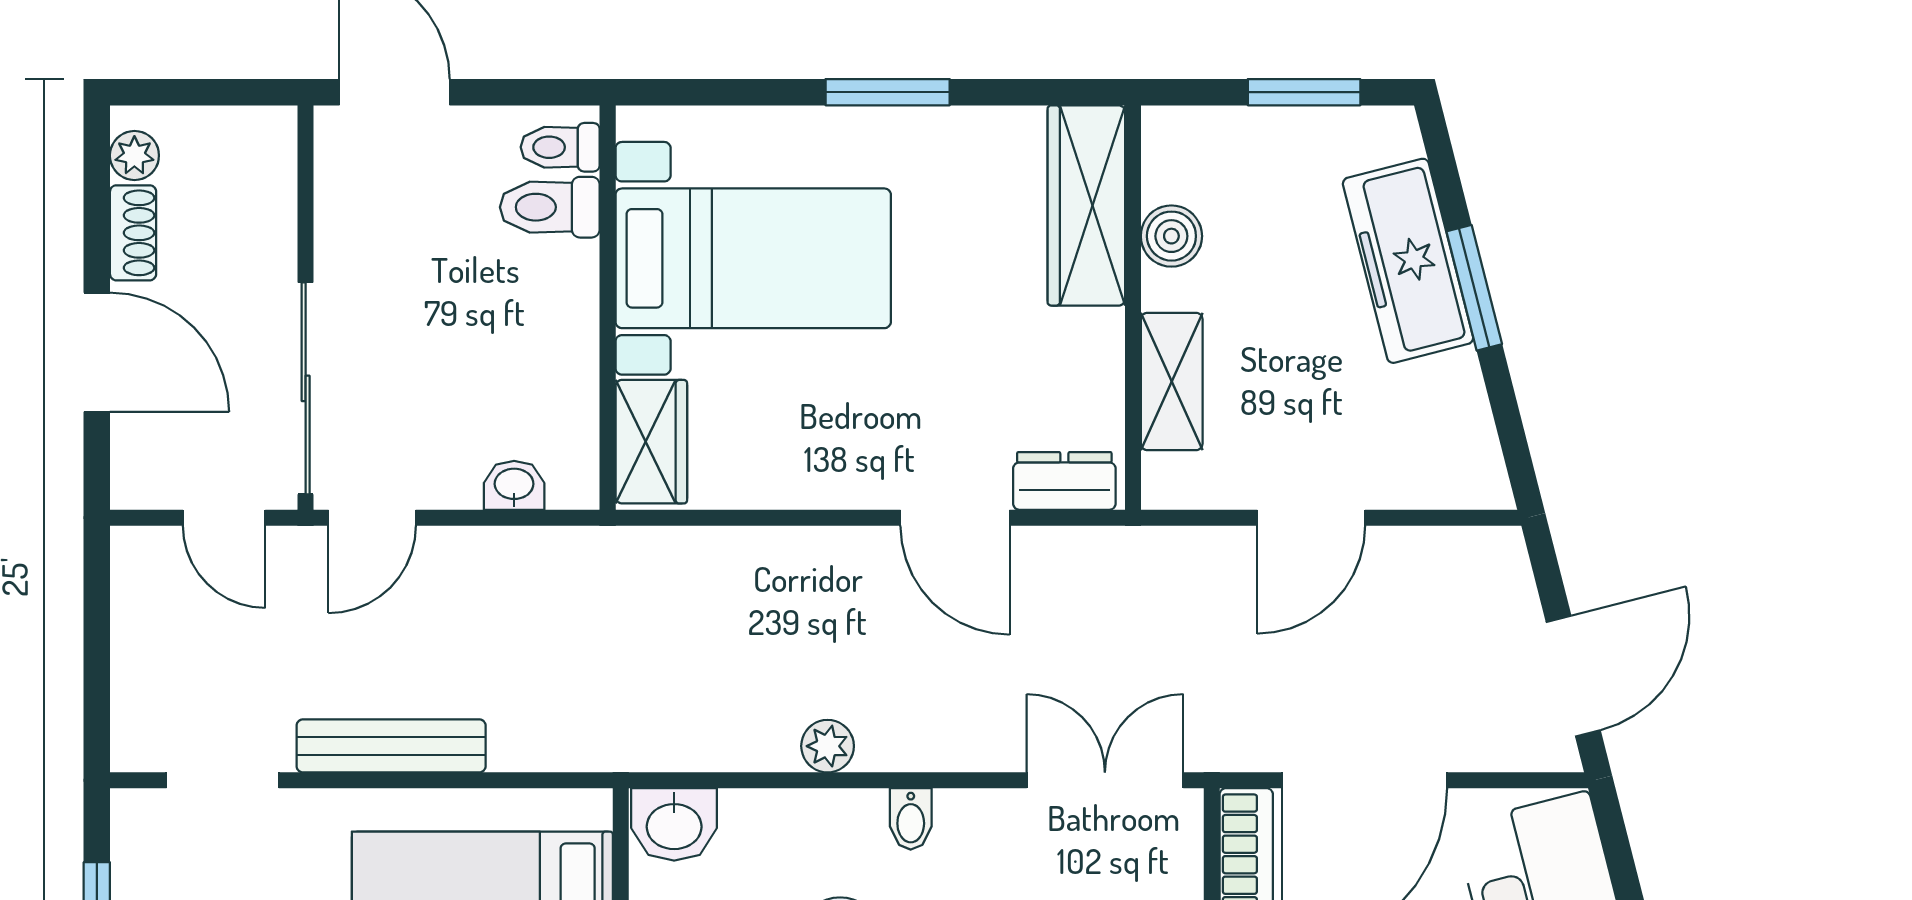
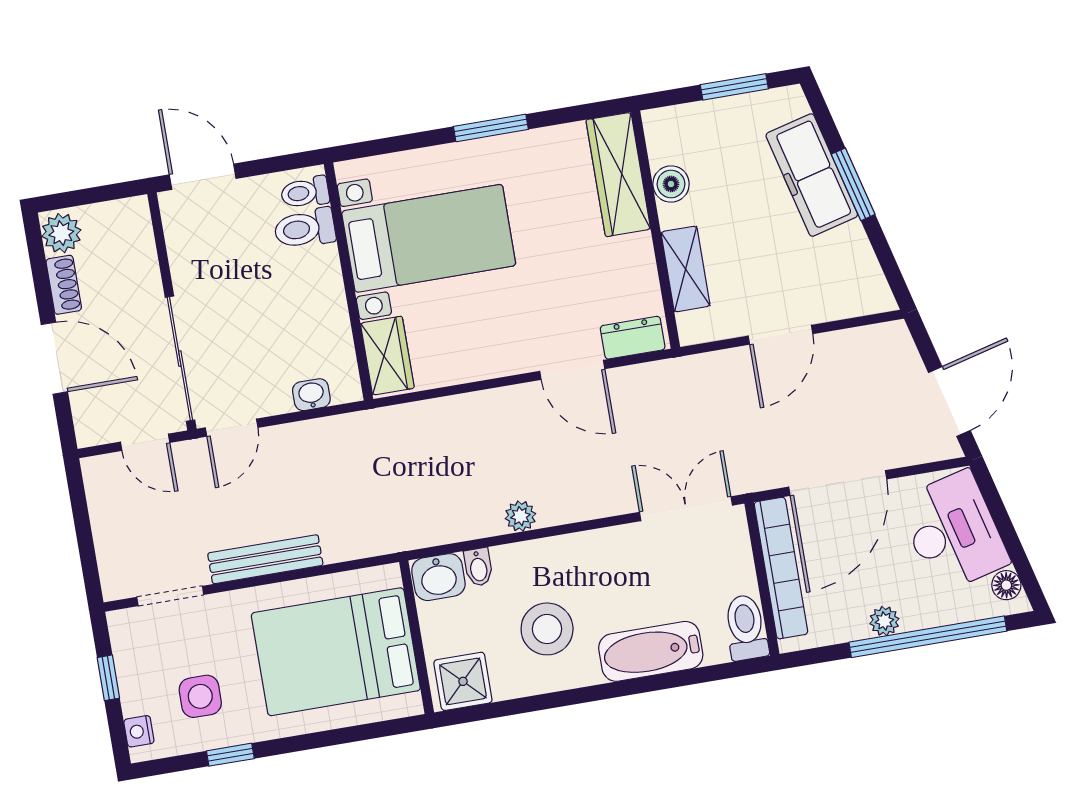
plant: (134, 155) -> (61, 233), width x1.38, depth x1.38
bidet: (911, 819) -> (478, 567), moved

